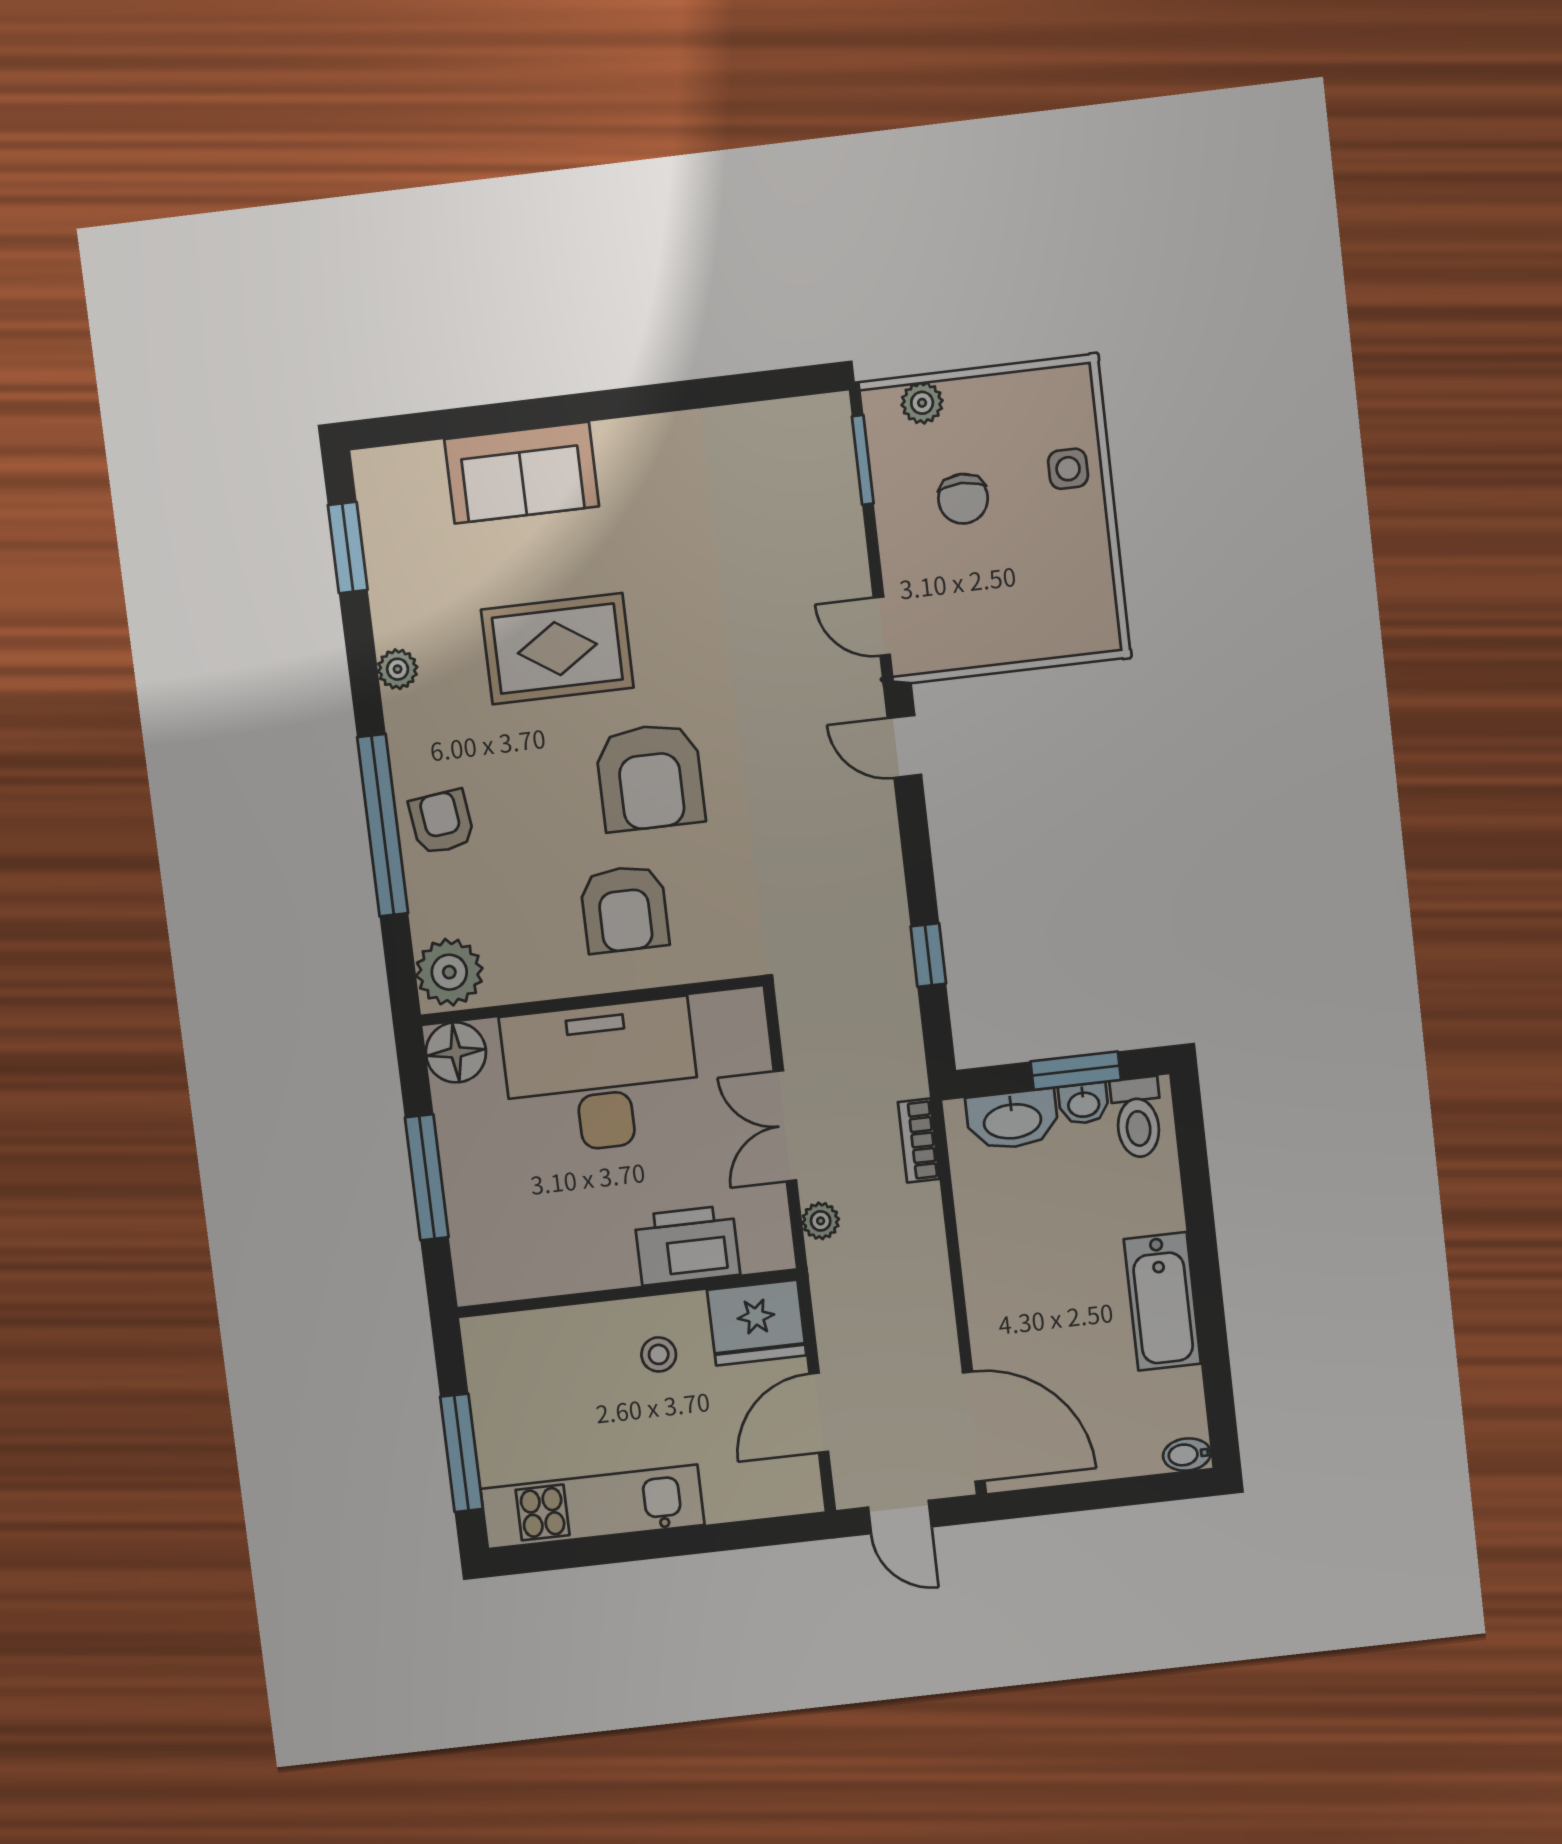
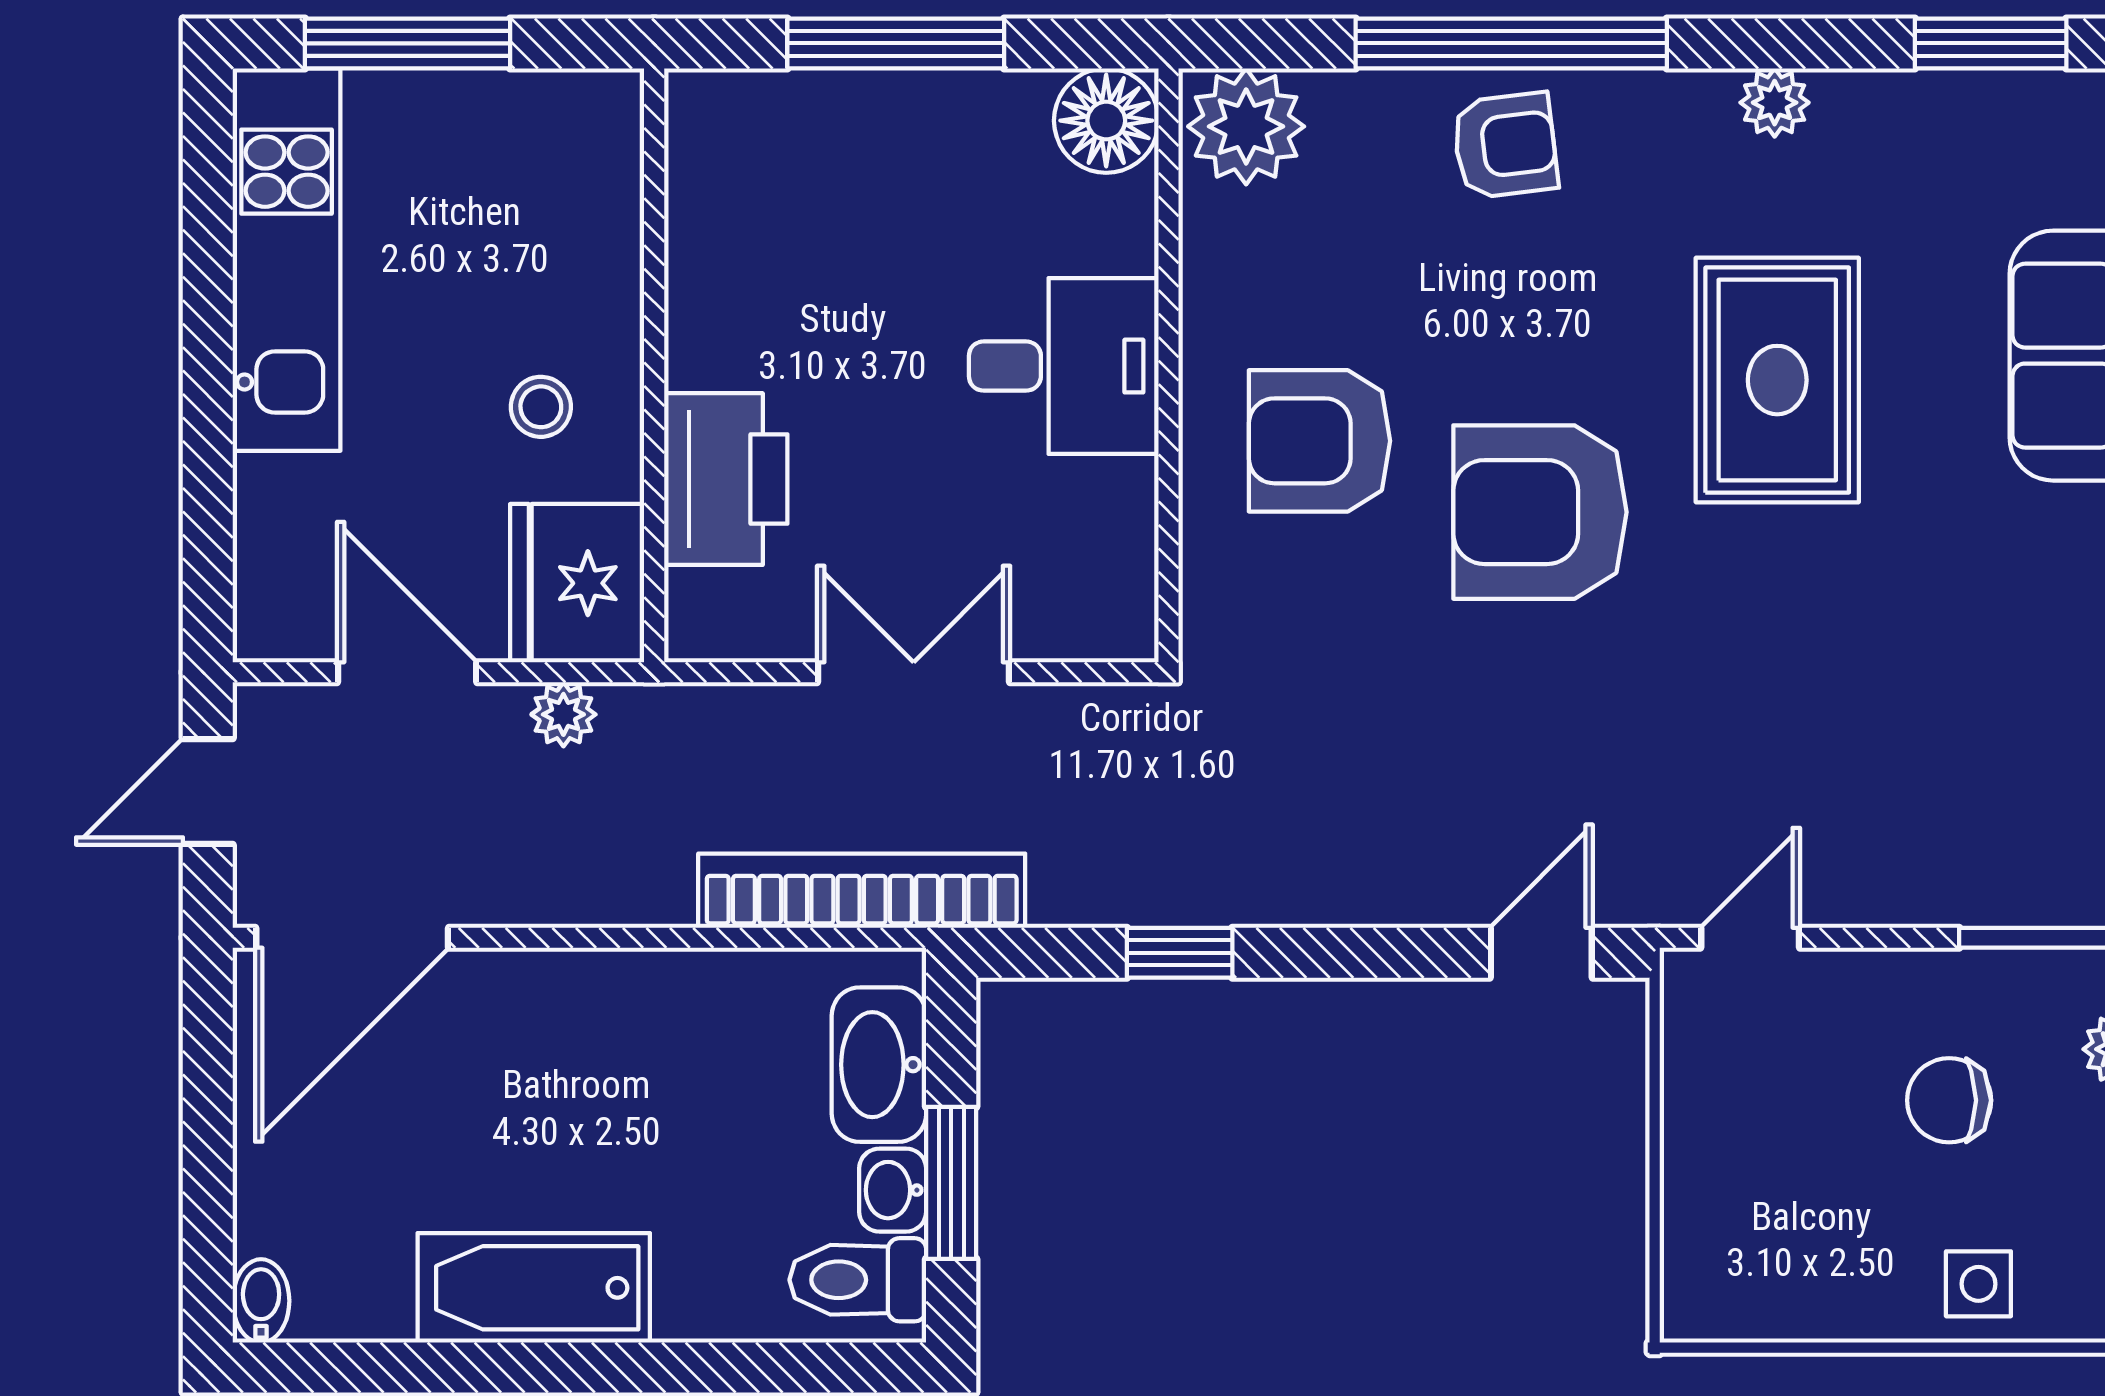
desk: (601, 1077) -> (1064, 366), width x0.53, depth x0.77
bookcase: (919, 1140) -> (862, 891), width x2.31, depth x1.31
plant: (821, 1221) -> (563, 714), moved

